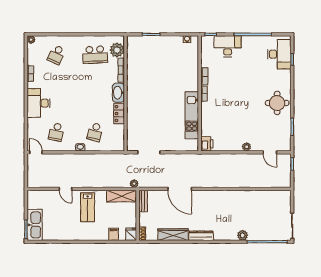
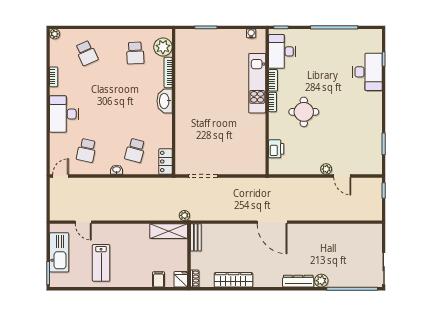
desk: (228, 46) -> (282, 51), moved, turned -90
desk: (279, 54) -> (367, 72), moved
school desk: (56, 55) -> (86, 53), turned -48
school desk: (95, 55) -> (135, 53), width x0.54
round table: (277, 103) -> (304, 112), moved
locker: (119, 114) -> (166, 161), moved
kitchen unit: (192, 115) -> (257, 83), moved
printer: (207, 144) -> (276, 149), moved
door: (36, 152) -> (61, 176), hinge flipped
door: (270, 152) -> (342, 176), moved
door: (65, 189) -> (83, 222), moved
door: (180, 189) -> (272, 222), moved
lab bench: (88, 207) -> (101, 263), moved
kitchen sink: (35, 225) -> (59, 252), moved
dresser: (201, 236) -> (298, 281), moved

